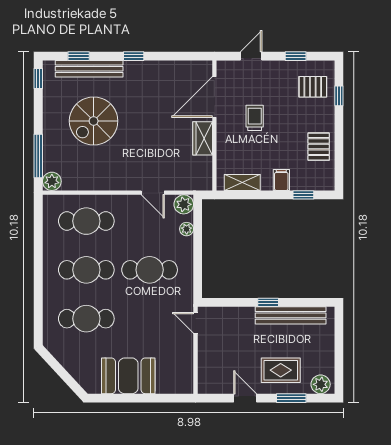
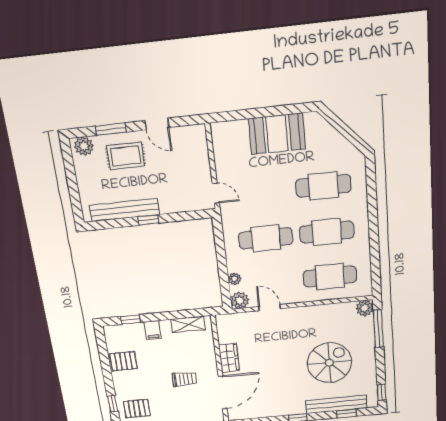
trolley: (255, 118) -> (184, 379), turned -90
pallet: (319, 147) -> (123, 361), turned 90

